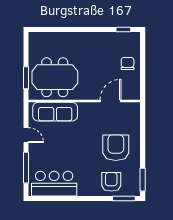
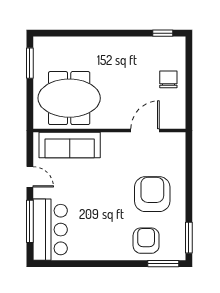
window: (26, 78) -> (30, 63), moved
bar counter: (54, 184) -> (50, 230), moved, turned 90

